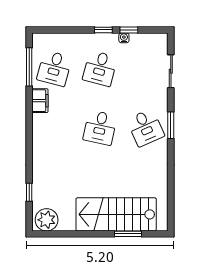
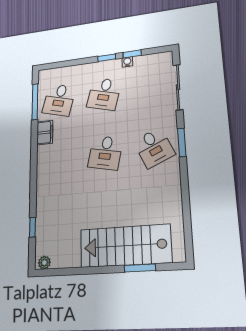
sliding door: (171, 71) -> (178, 87), width x1.37
plant: (47, 220) -> (44, 263), width x0.53, depth x0.53

